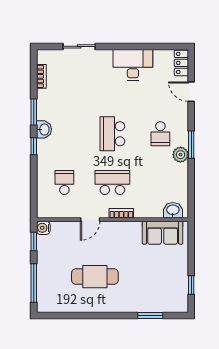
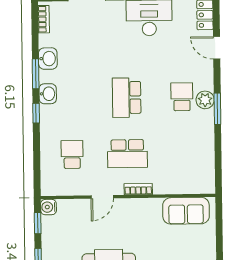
bookcase: (41, 76) -> (44, 19), moved
school desk: (160, 134) -> (182, 97), turned 180
plant: (180, 155) -> (205, 100), moved
school desk: (112, 182) -> (127, 154), turned 180
washbasin: (173, 210) -> (48, 59), moved, turned 90

